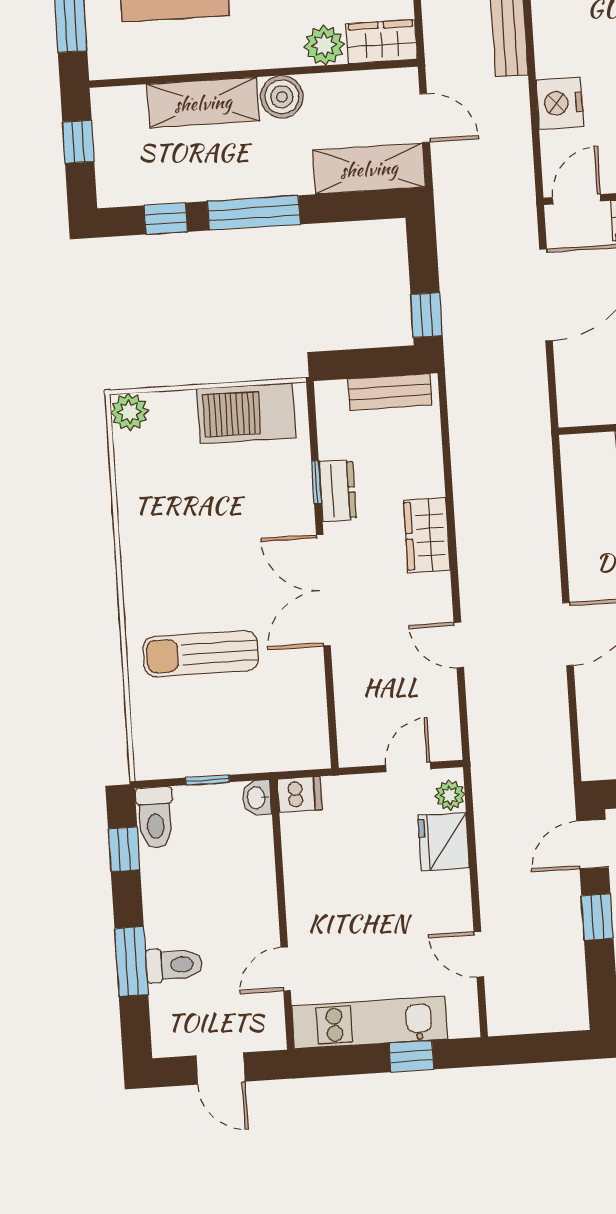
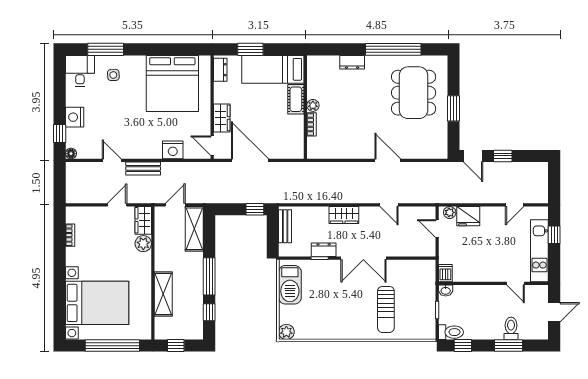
boiler: (282, 97) -> (163, 262), removed
door: (459, 645) -> (389, 205), hinge flipped

